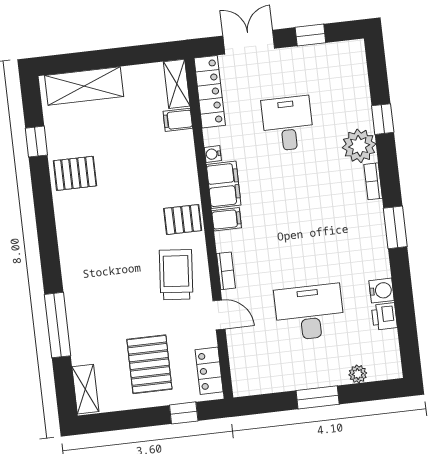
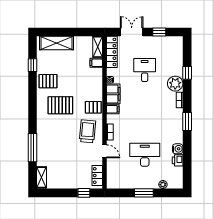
pallet: (149, 364) -> (60, 105), moved, turned 90

